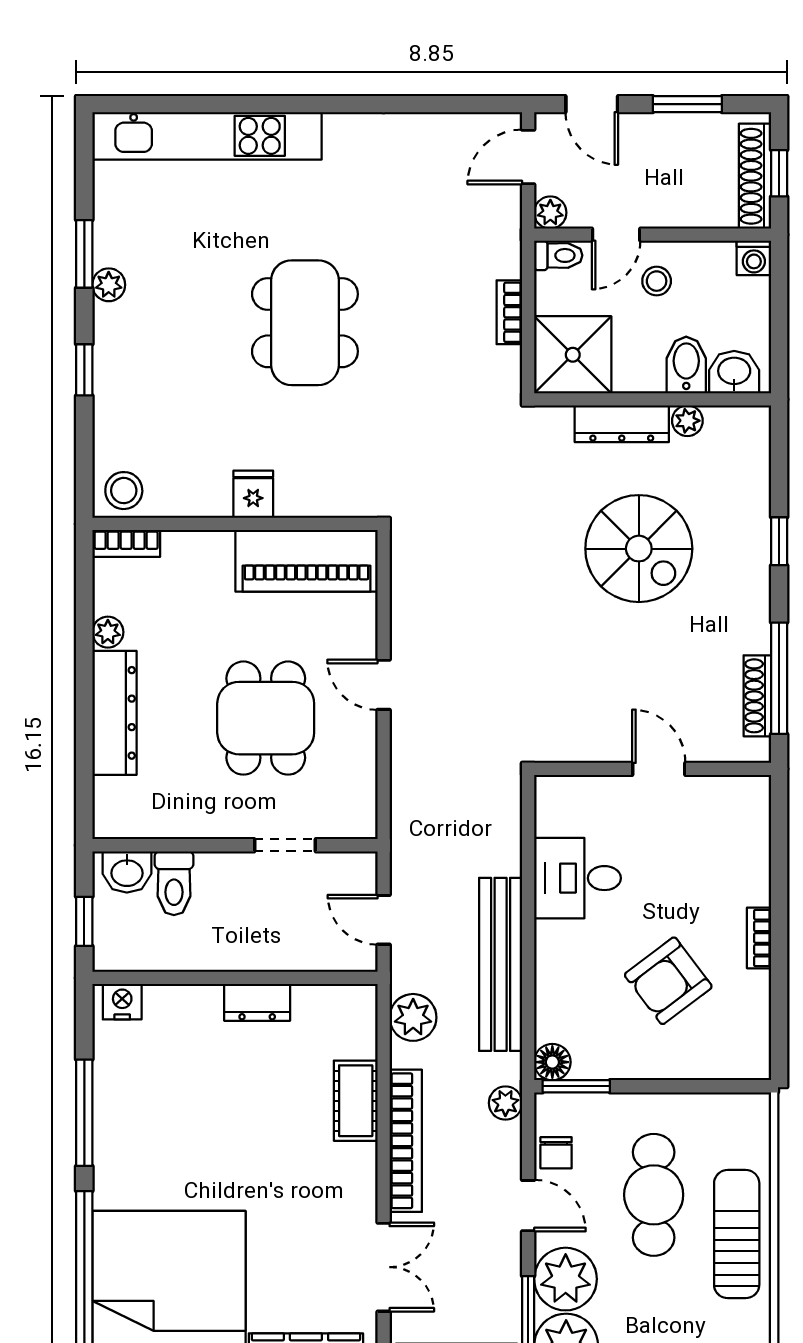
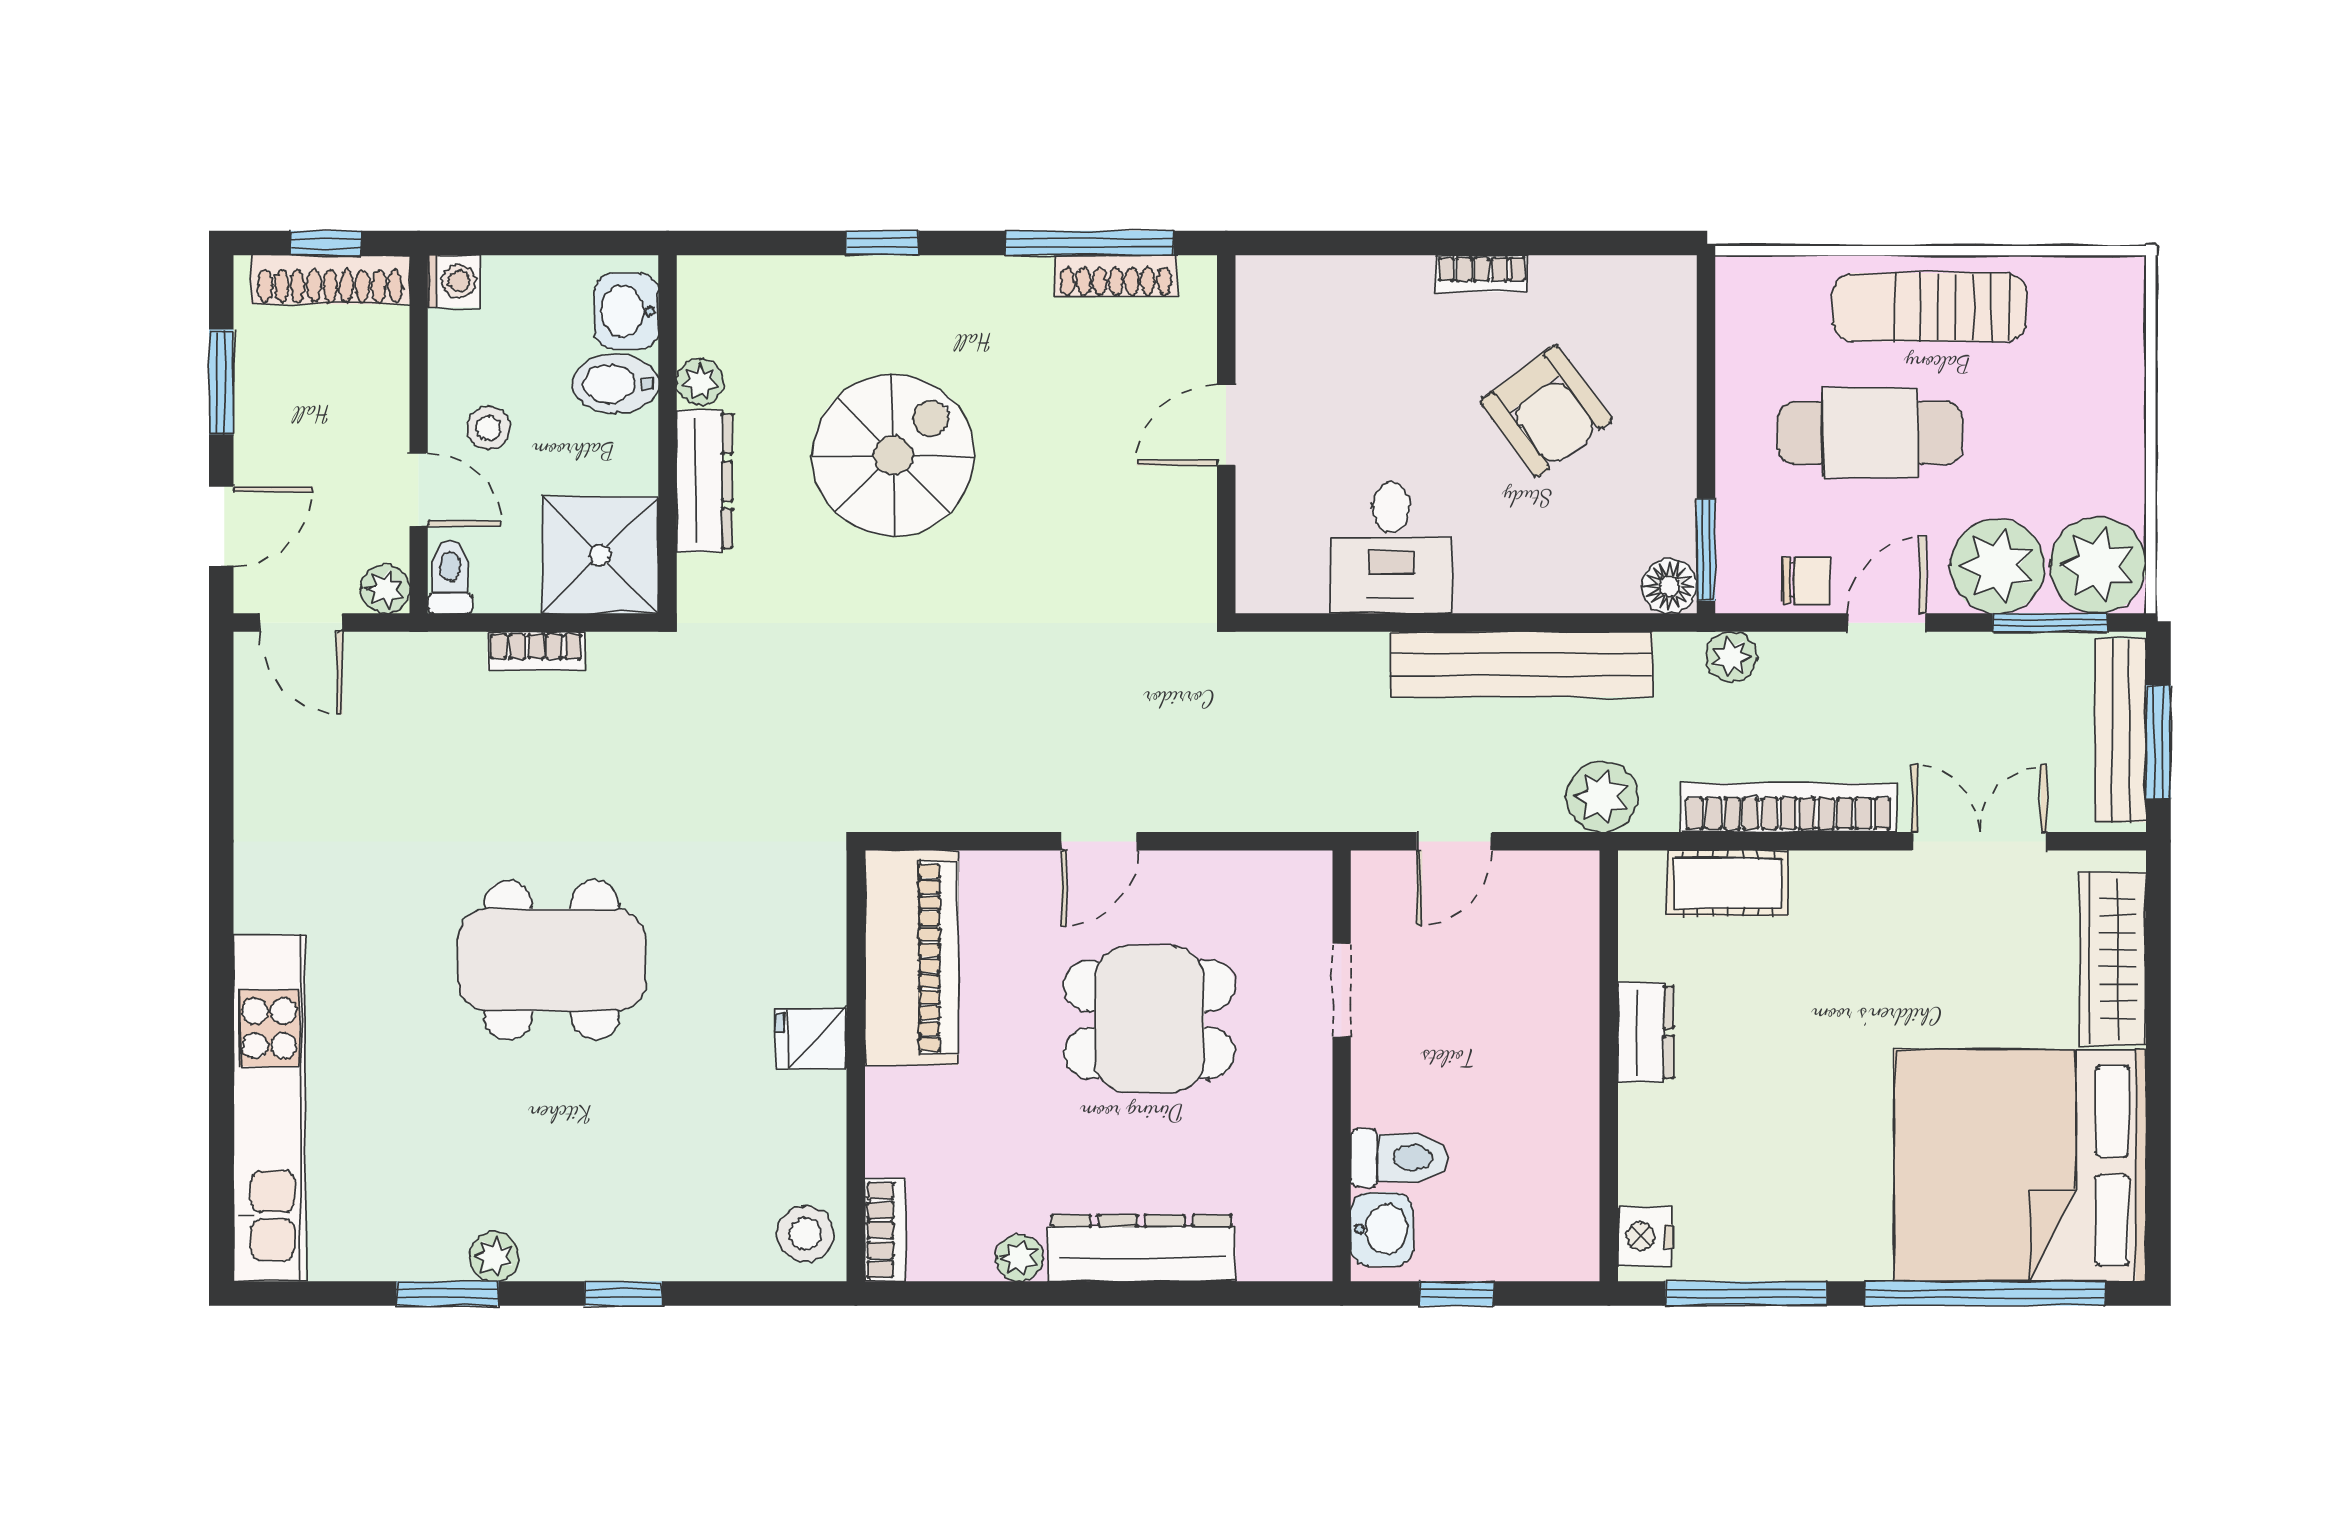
wall: (235, 978) -> (1609, 1066), moved
nightstand: (122, 1002) -> (1645, 1236), moved
dresser: (257, 1002) -> (1646, 1032), moved

